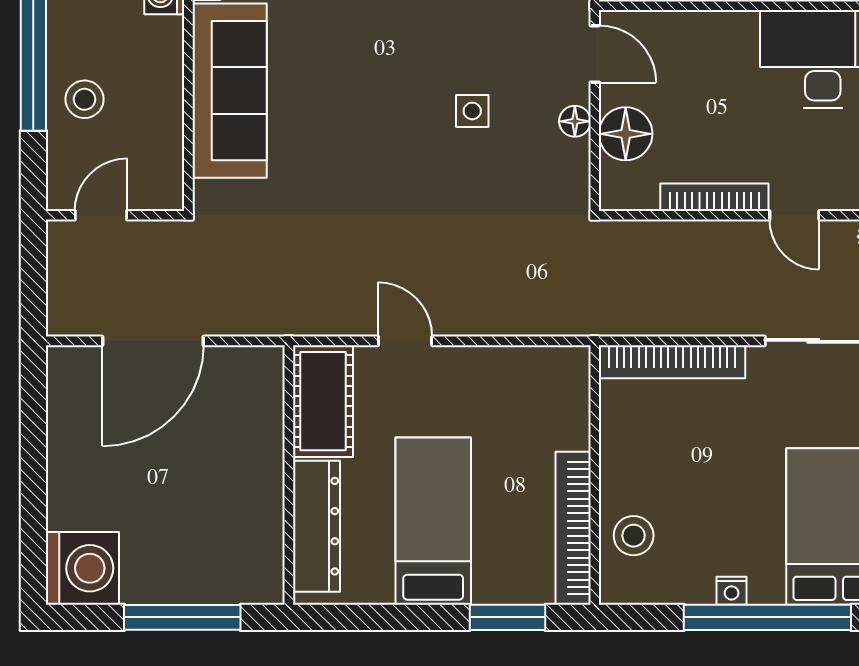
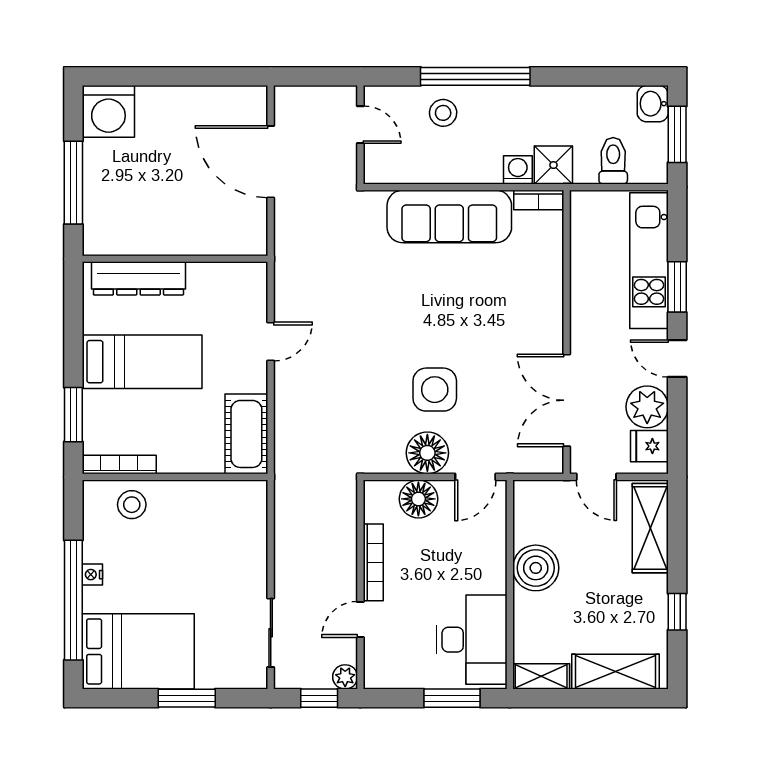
side table: (472, 111) -> (435, 390), width x1.87, depth x1.87
floor lamp: (575, 121) -> (427, 453), width x1.89, depth x1.89
bookcase: (672, 362) -> (256, 532), removed
cot: (323, 401) -> (246, 434), moved, turned 90
bookcase: (573, 528) -> (119, 464), width x0.68, depth x0.76

